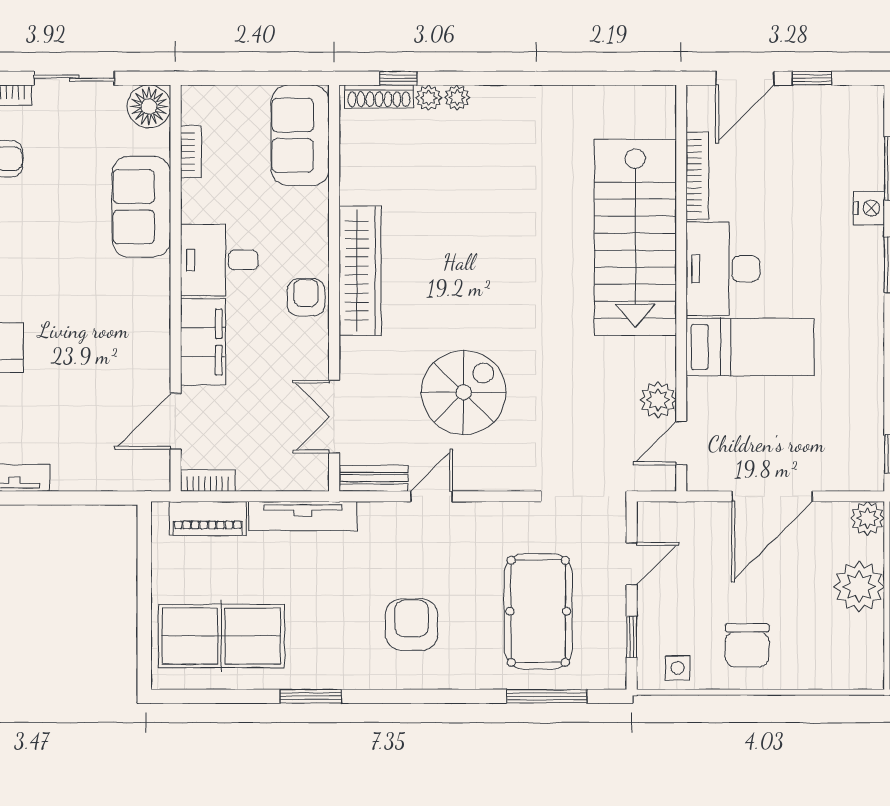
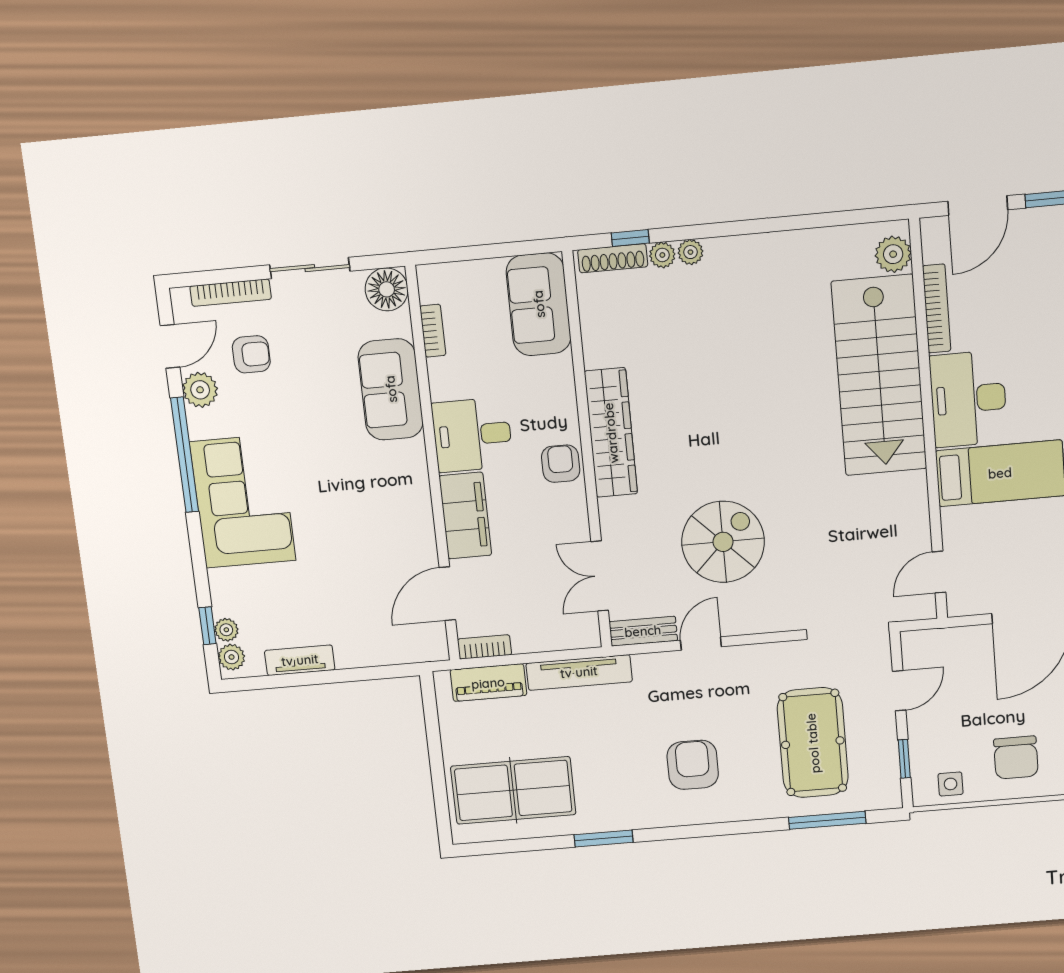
plant: (658, 400) -> (893, 254), moved

